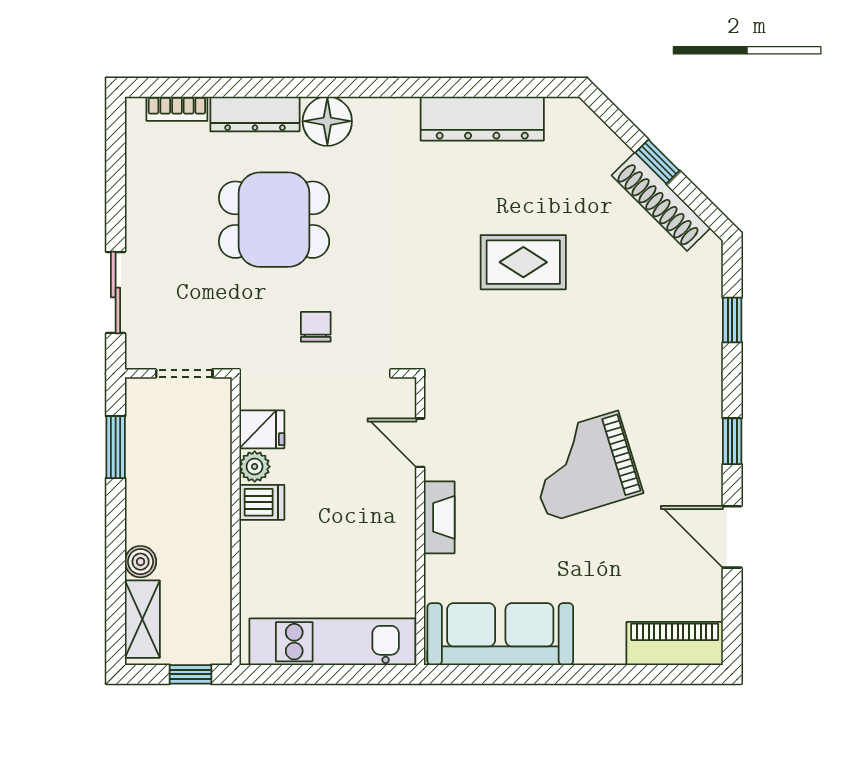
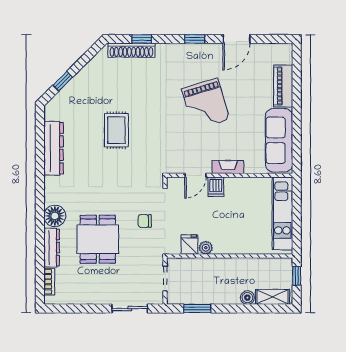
window: (657, 162) -> (63, 81), moved
shoe rack: (661, 202) -> (131, 50), moved, turned 45
dishwasher: (262, 502) -> (216, 187), moved, turned 180
piano: (675, 643) -> (283, 86), moved

